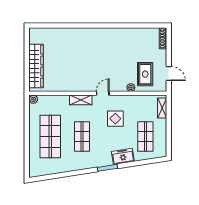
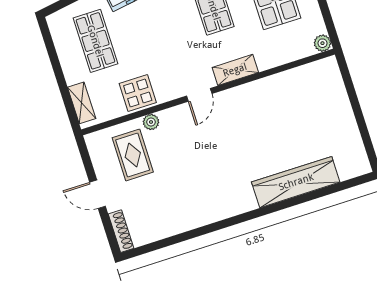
wardrobe: (36, 66) -> (296, 182), moved, turned 90
door: (169, 74) -> (98, 194), moved
display table: (115, 119) -> (138, 93), moved

